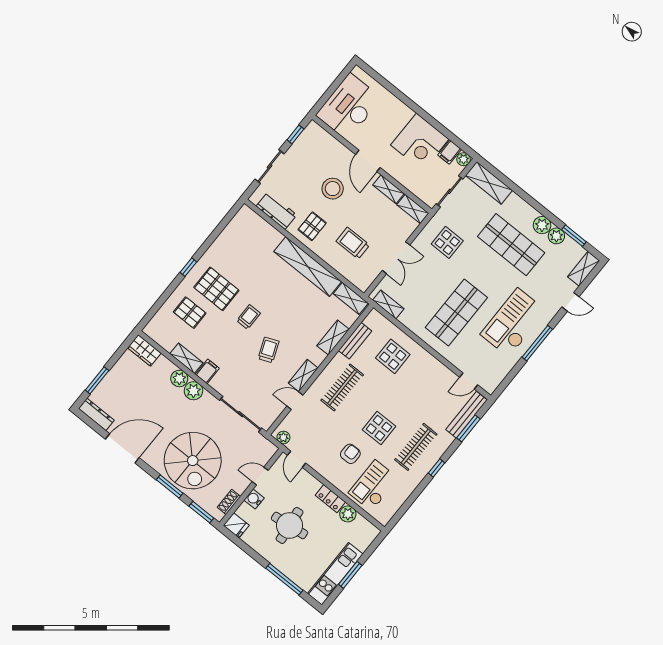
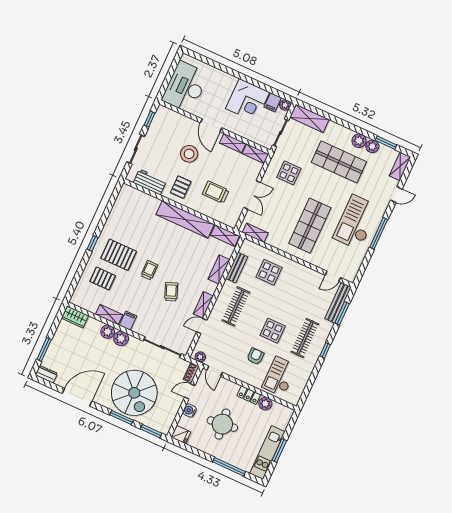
dresser: (96, 414) -> (46, 374), width x0.70
shoe rack: (229, 502) -> (191, 373), moved

